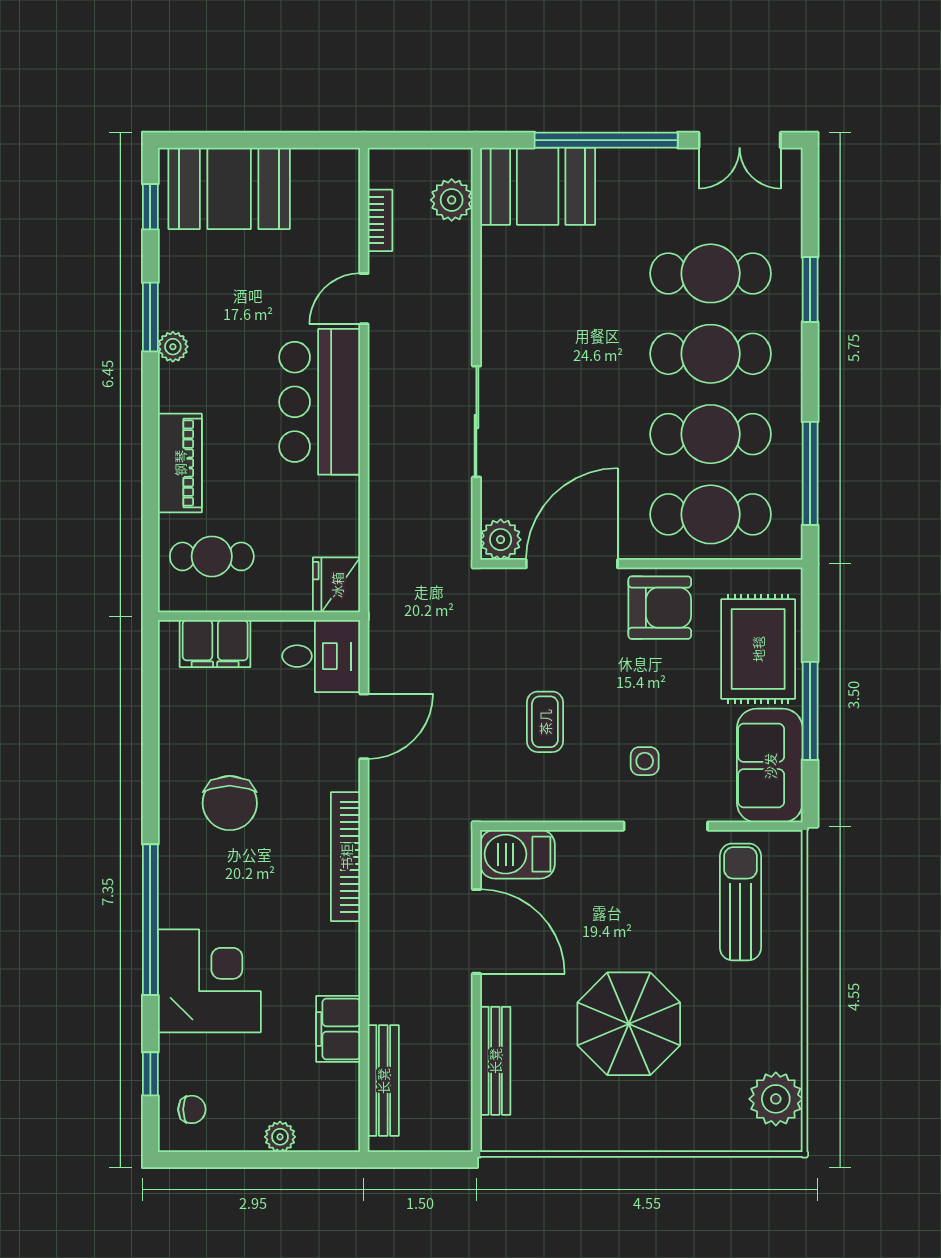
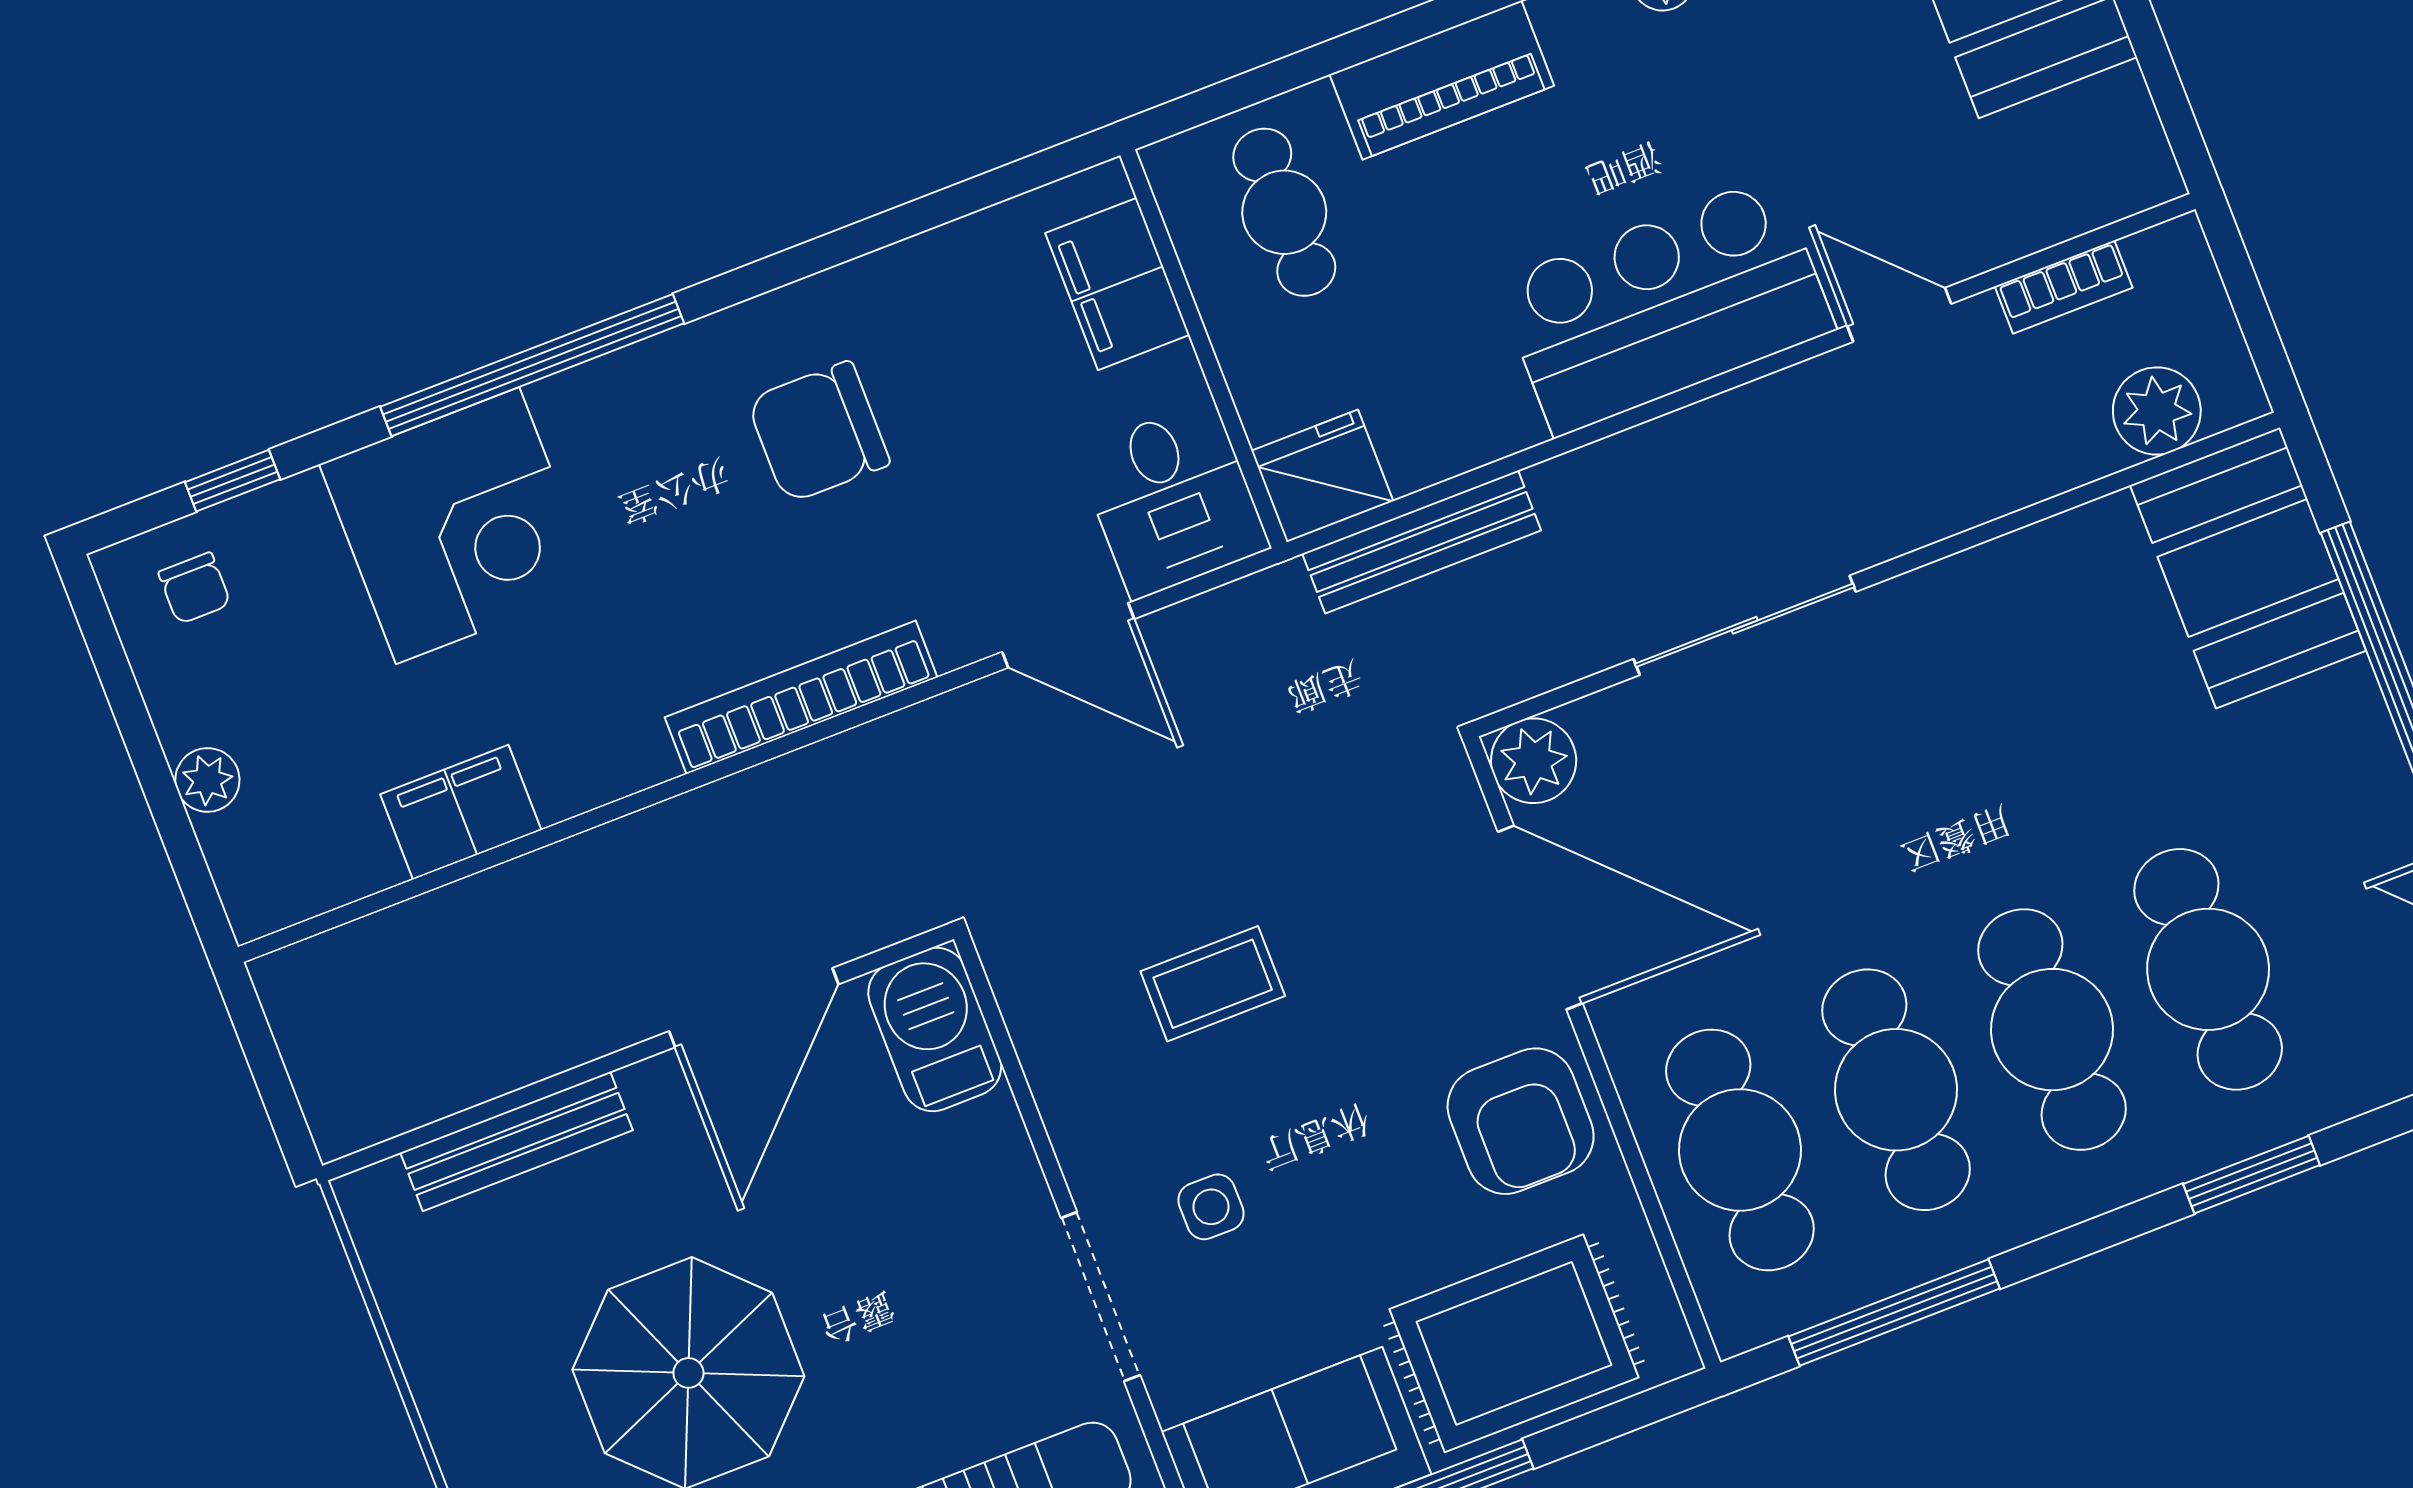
bench: (383, 1081) -> (1422, 542), moved

